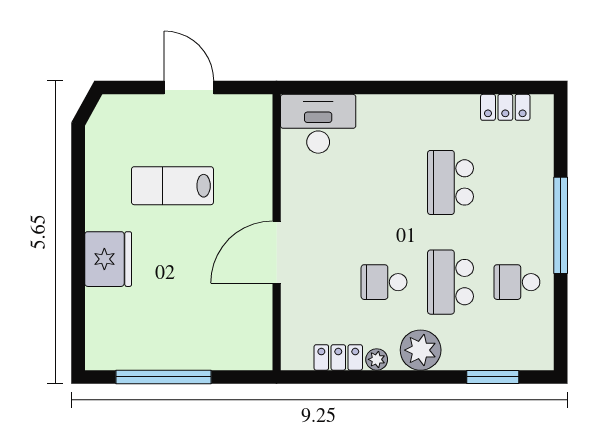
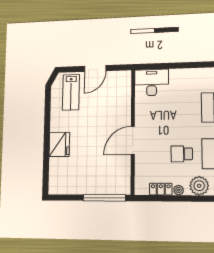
door: (189, 88) -> (95, 68), swing flipped
lab bench: (172, 186) -> (71, 92), moved, turned -90
window: (163, 377) -> (104, 198), moved

